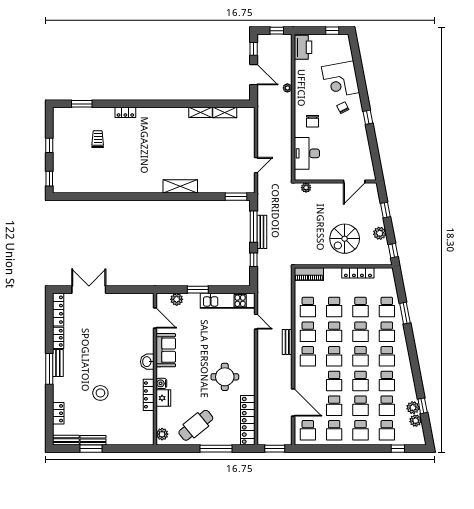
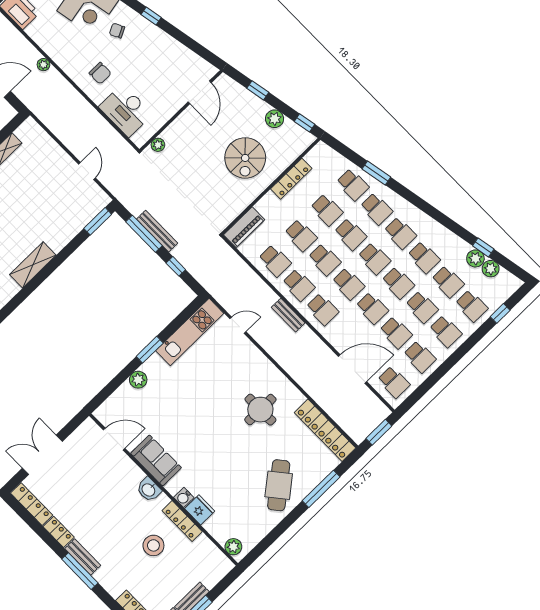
door: (155, 318) -> (114, 439), moved
sofa: (166, 350) -> (156, 460), moved
washbasin: (147, 362) -> (149, 490), moved
wall: (155, 369) -> (164, 490), moved
water cooler: (161, 383) -> (184, 497), moved
locker: (149, 395) -> (182, 521), moved
fridge: (163, 398) -> (200, 510), moved
plant: (162, 434) -> (233, 547), moved

